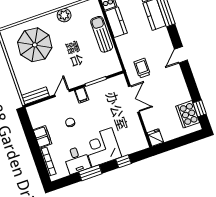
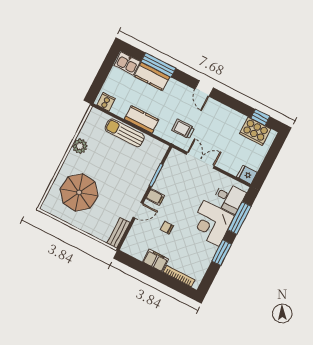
kitchen counter: (116, 22) -> (142, 119), moved
door: (62, 93) -> (138, 210), swing flipped
desk: (77, 160) -> (229, 198), moved
window: (124, 161) -> (239, 218), width x2.17

